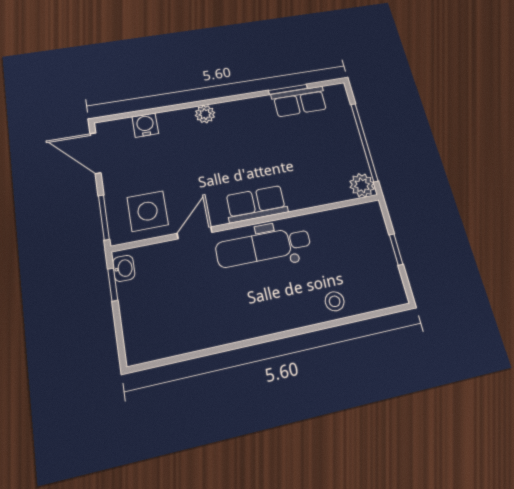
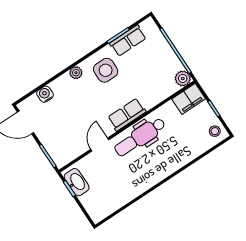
side table: (148, 211) -> (106, 70), moved
filing cabinet: (361, 219) -> (189, 99), added
washbasin: (124, 268) -> (77, 182), width x1.91, depth x1.45
stool: (335, 301) -> (215, 131), moved

